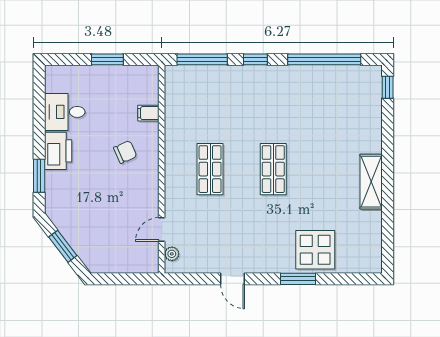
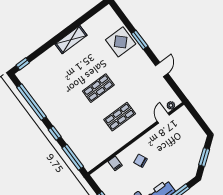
door: (162, 229) -> (163, 118), swing flipped

